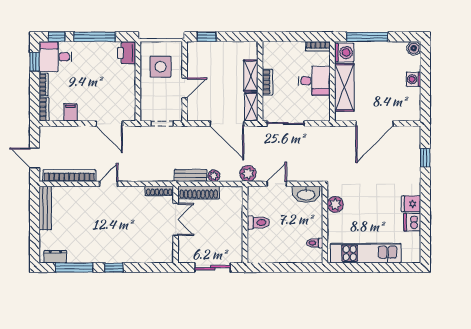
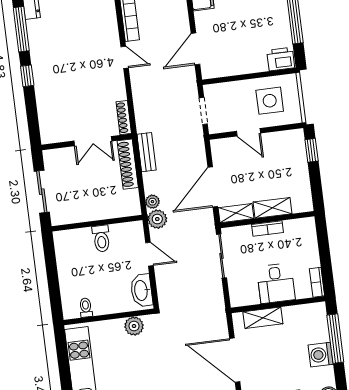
washing machine: (344, 53) -> (321, 355), moved, turned 90
shelving: (344, 87) -> (263, 318), width x0.67, depth x0.75
plant: (214, 176) -> (152, 202), moved

